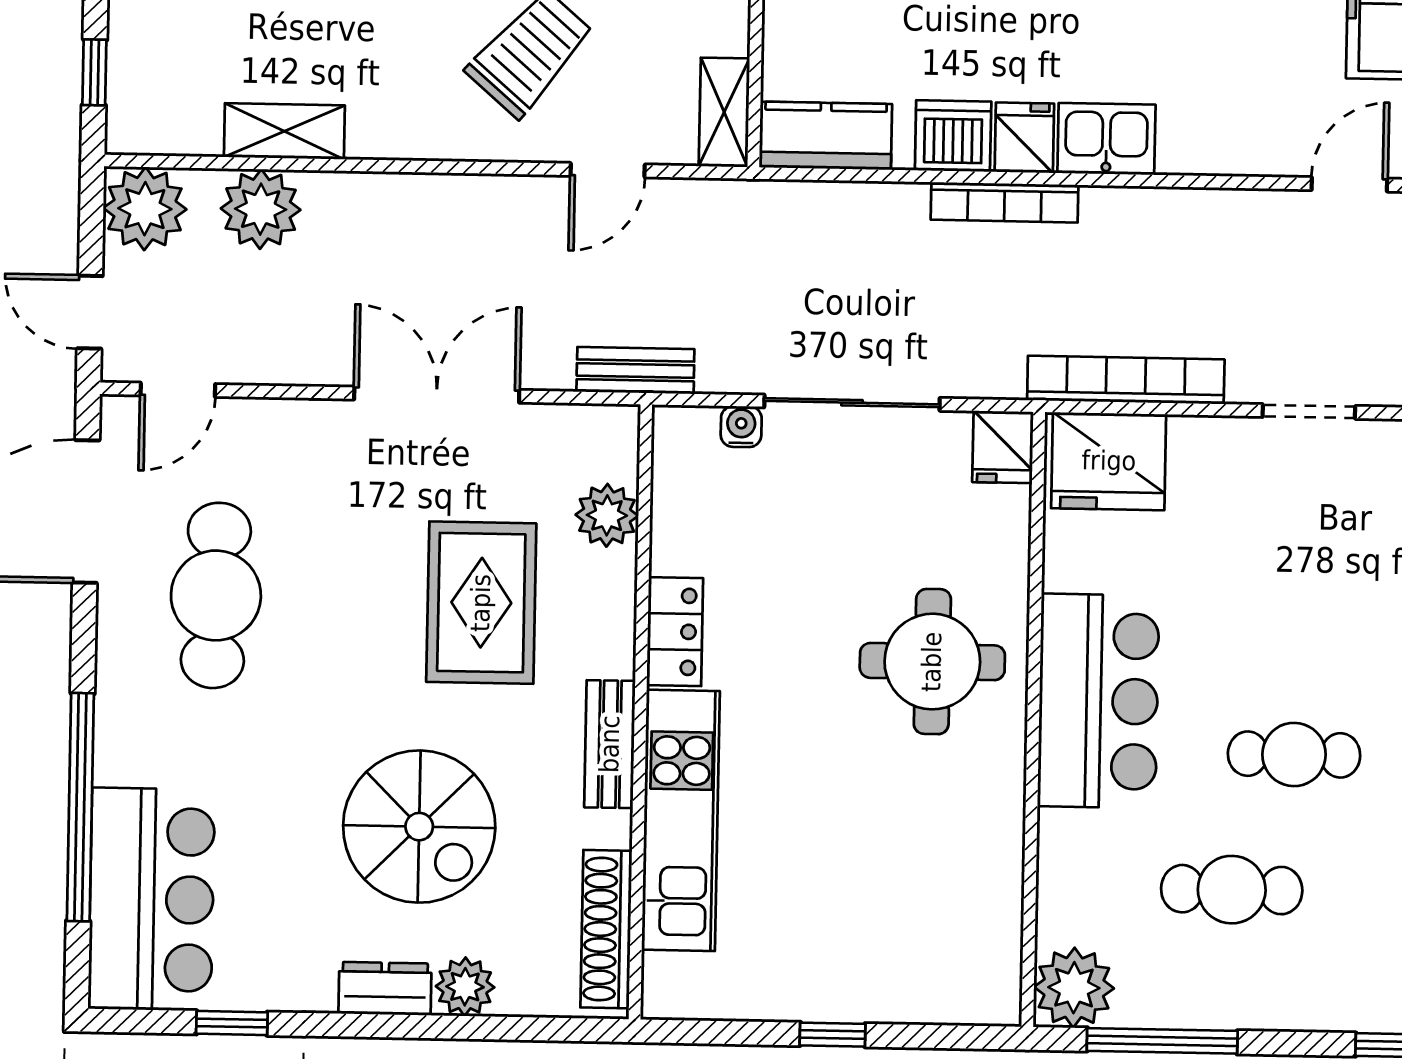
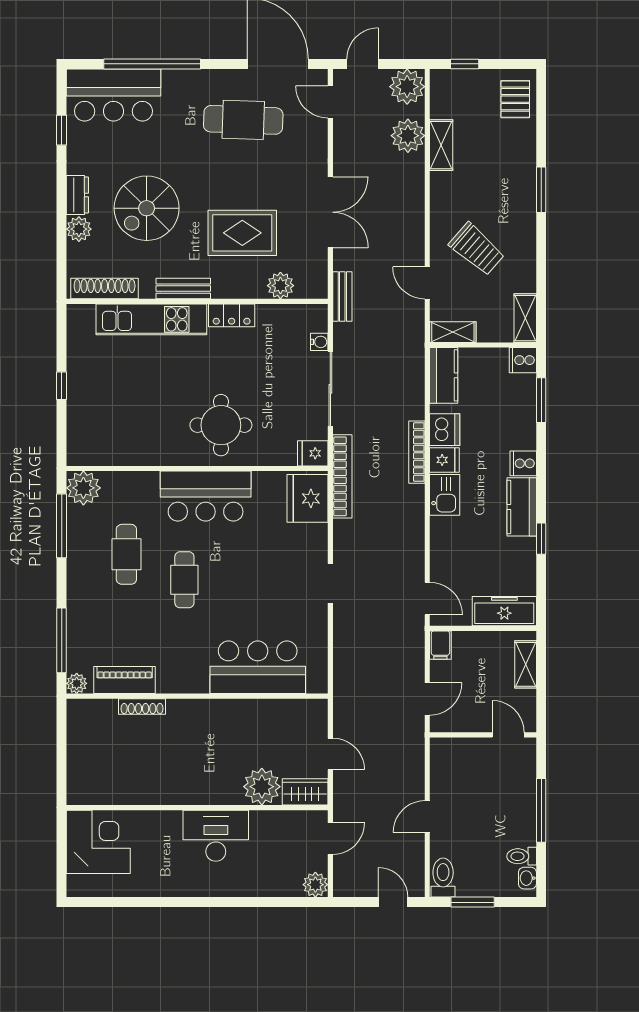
bookcase: (1126, 380) -> (342, 476), moved

